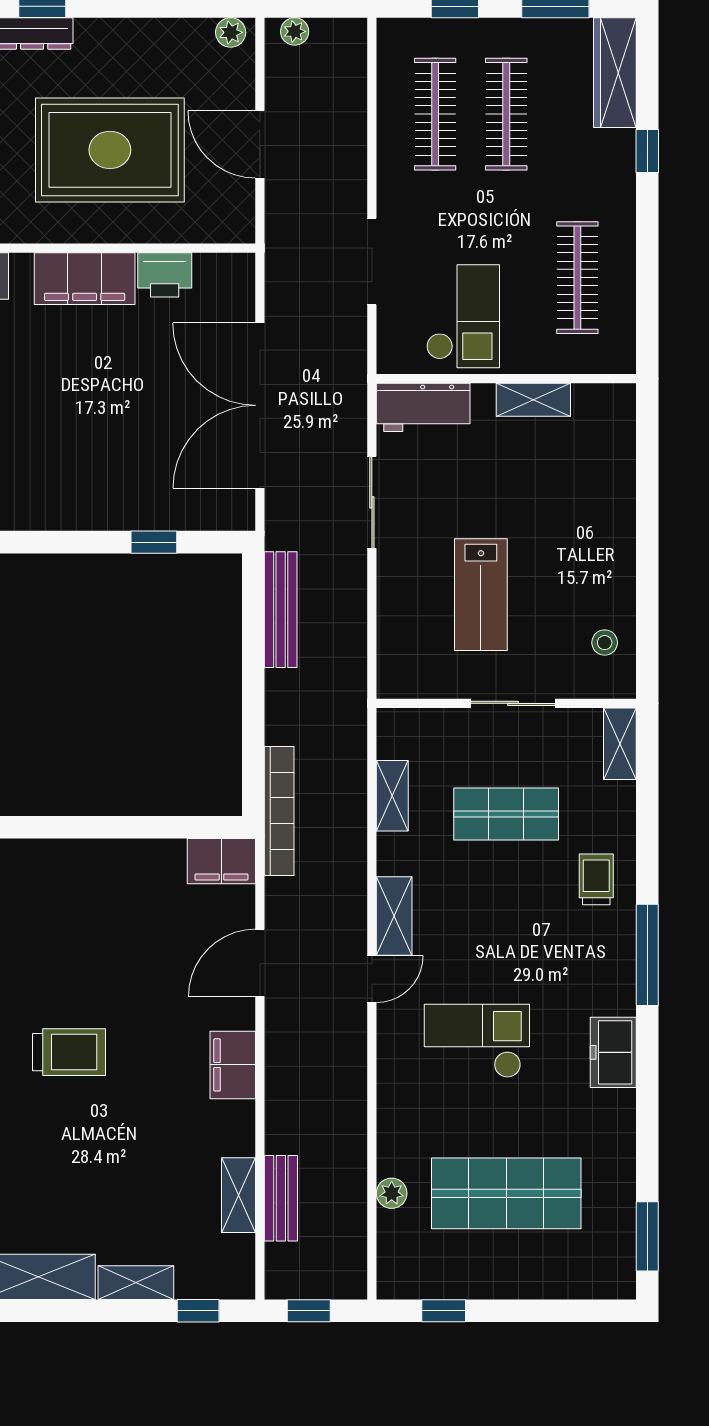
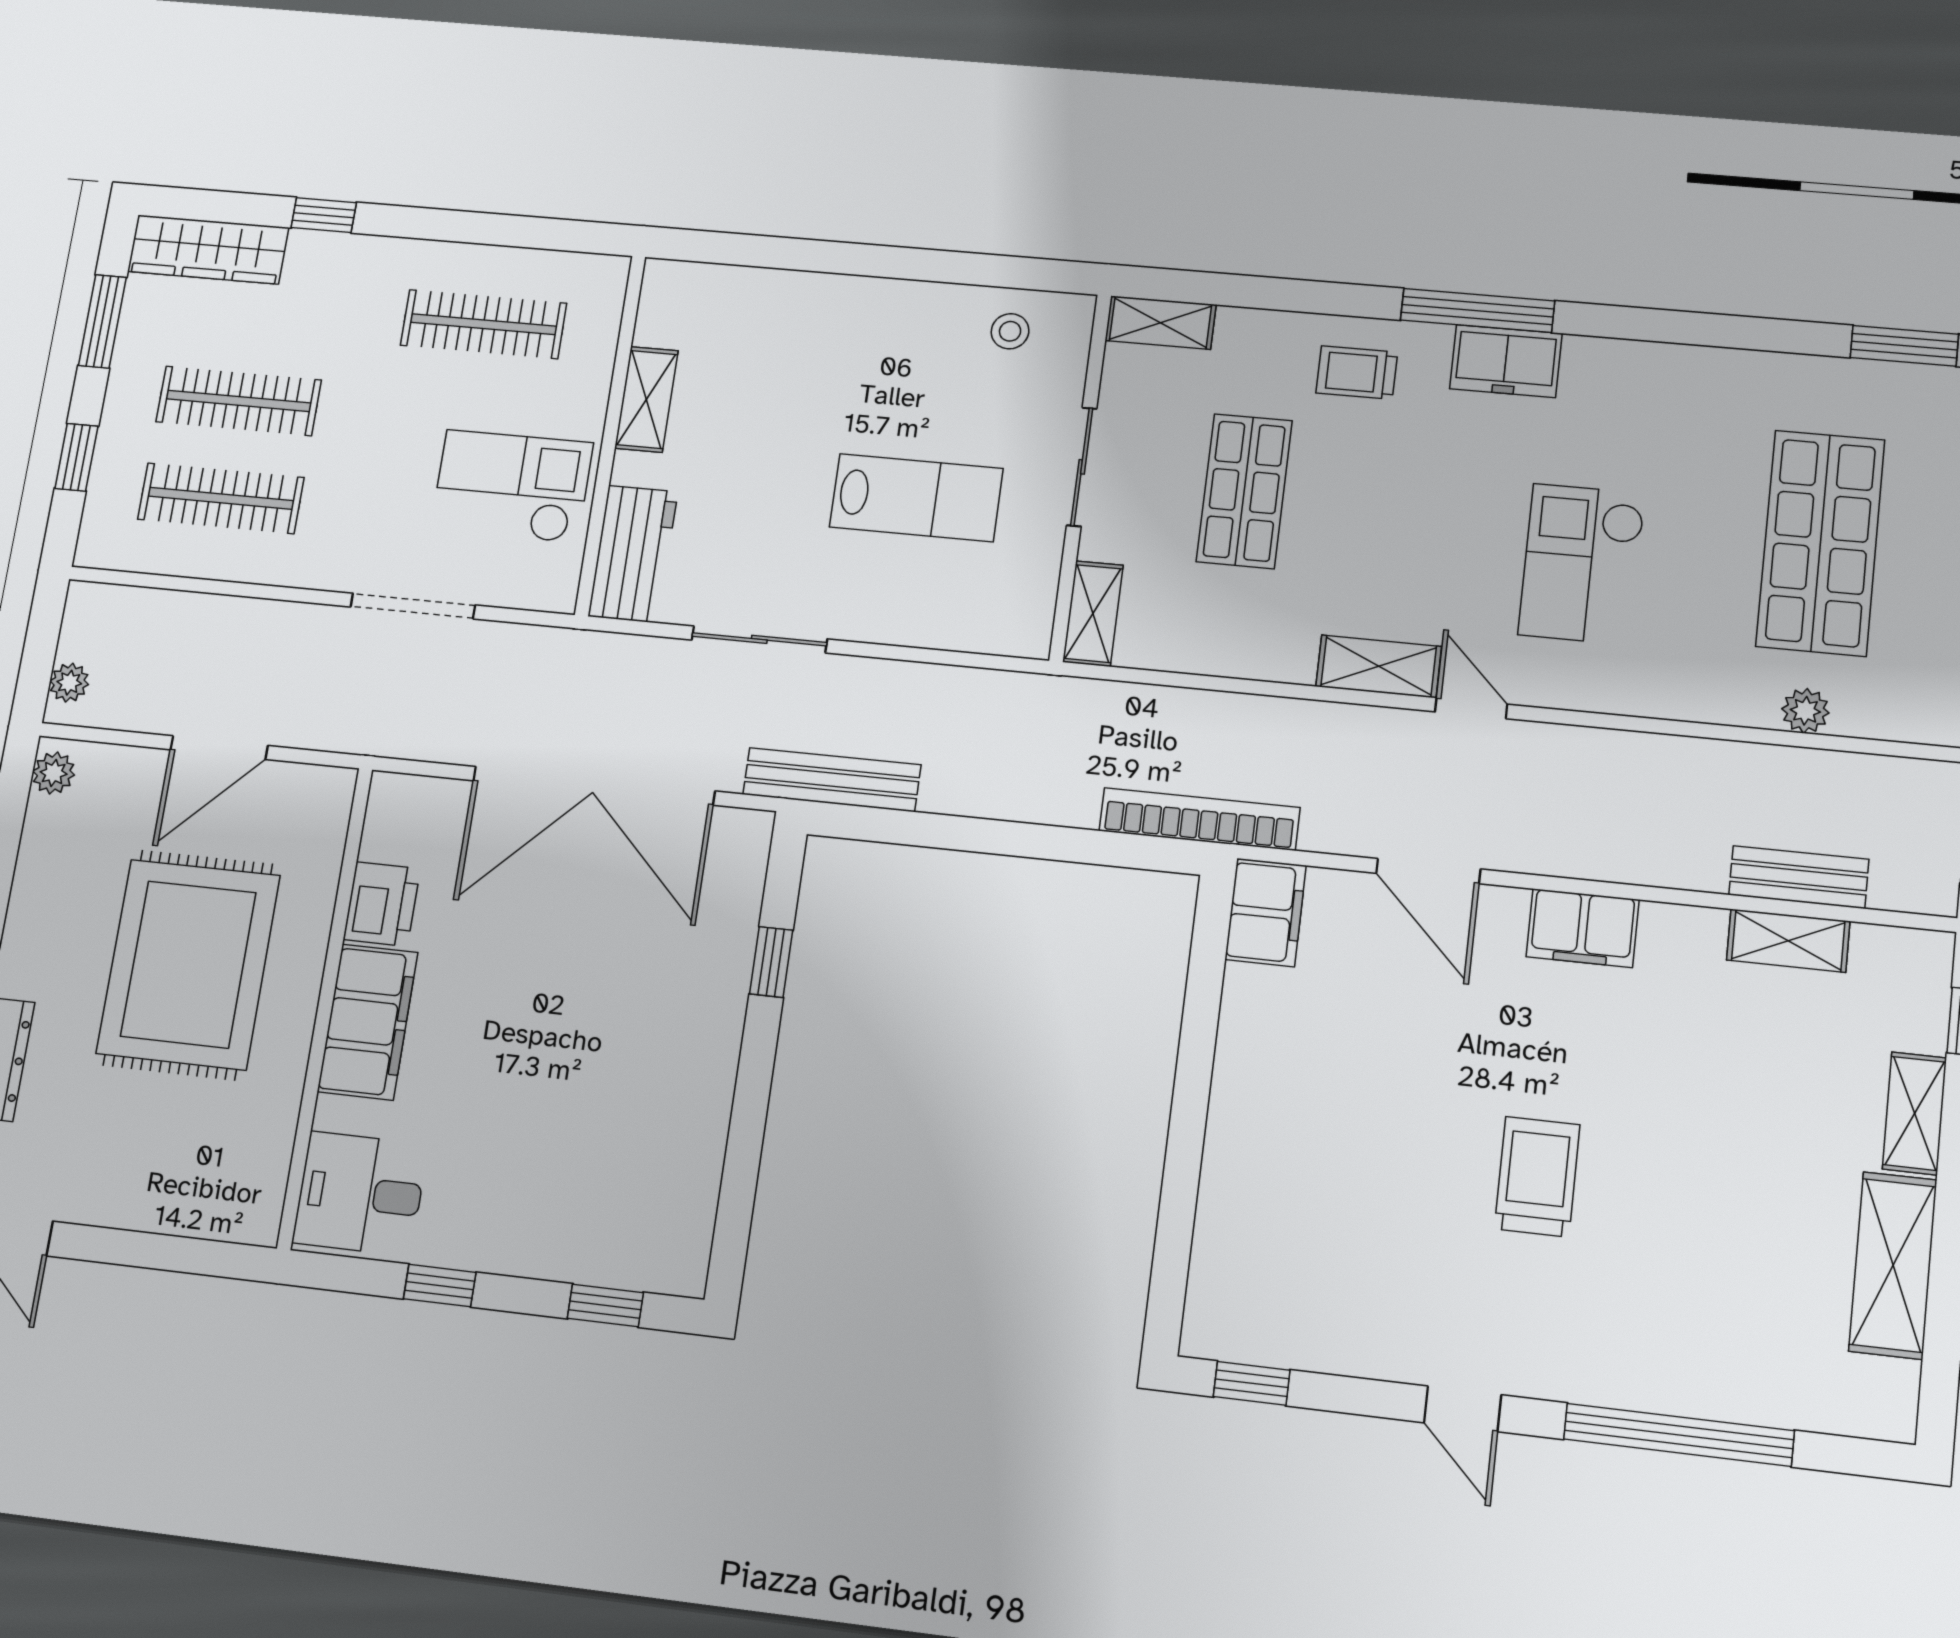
bench: (281, 610) -> (832, 780), moved
shelving: (392, 796) -> (1093, 614), moved, turned 90
freezer: (613, 1052) -> (1506, 361), moved

